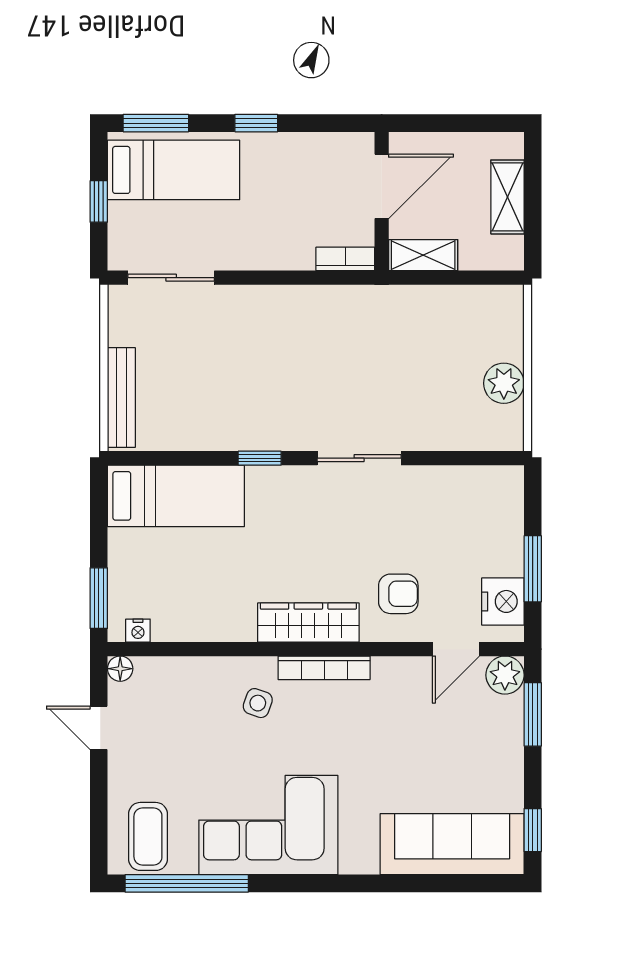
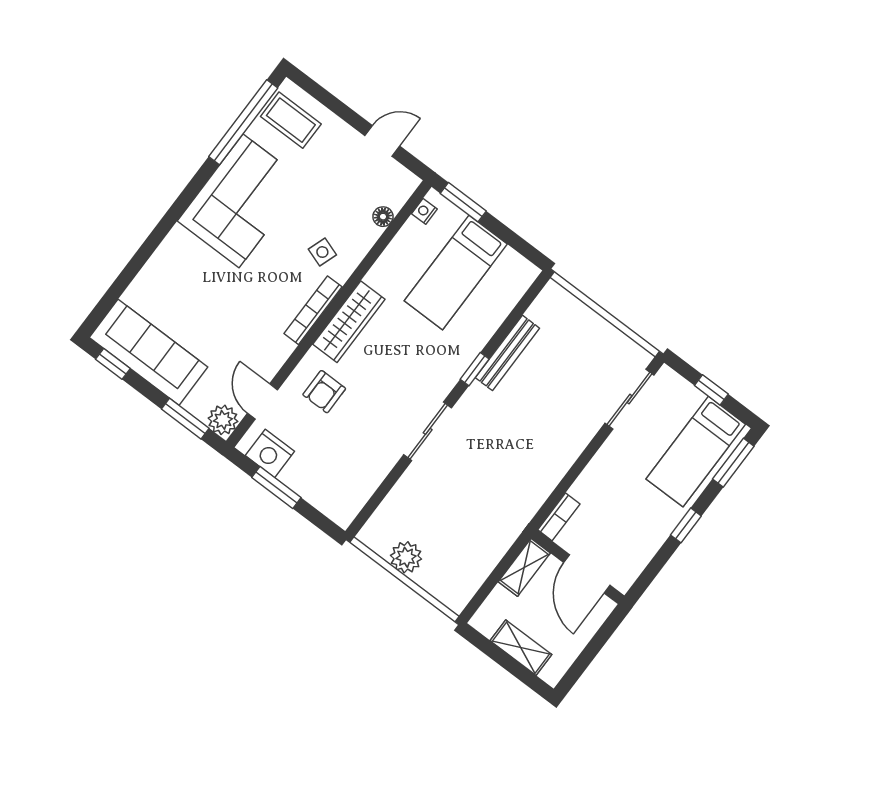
bench: (121, 398) -> (507, 353), moved, turned 90
bed: (176, 496) -> (456, 272), moved
floor lamp: (120, 669) -> (383, 217), moved
sofa: (452, 844) -> (149, 352), moved, turned -90

